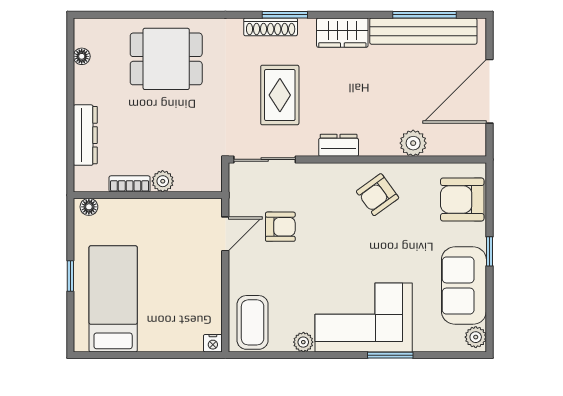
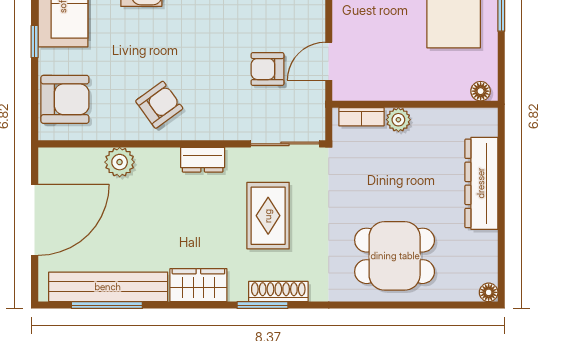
floor lamp: (82, 56) -> (489, 292), moved
dresser: (85, 135) -> (481, 183), width x1.37, depth x1.24
bookcase: (130, 184) -> (361, 117), moved

